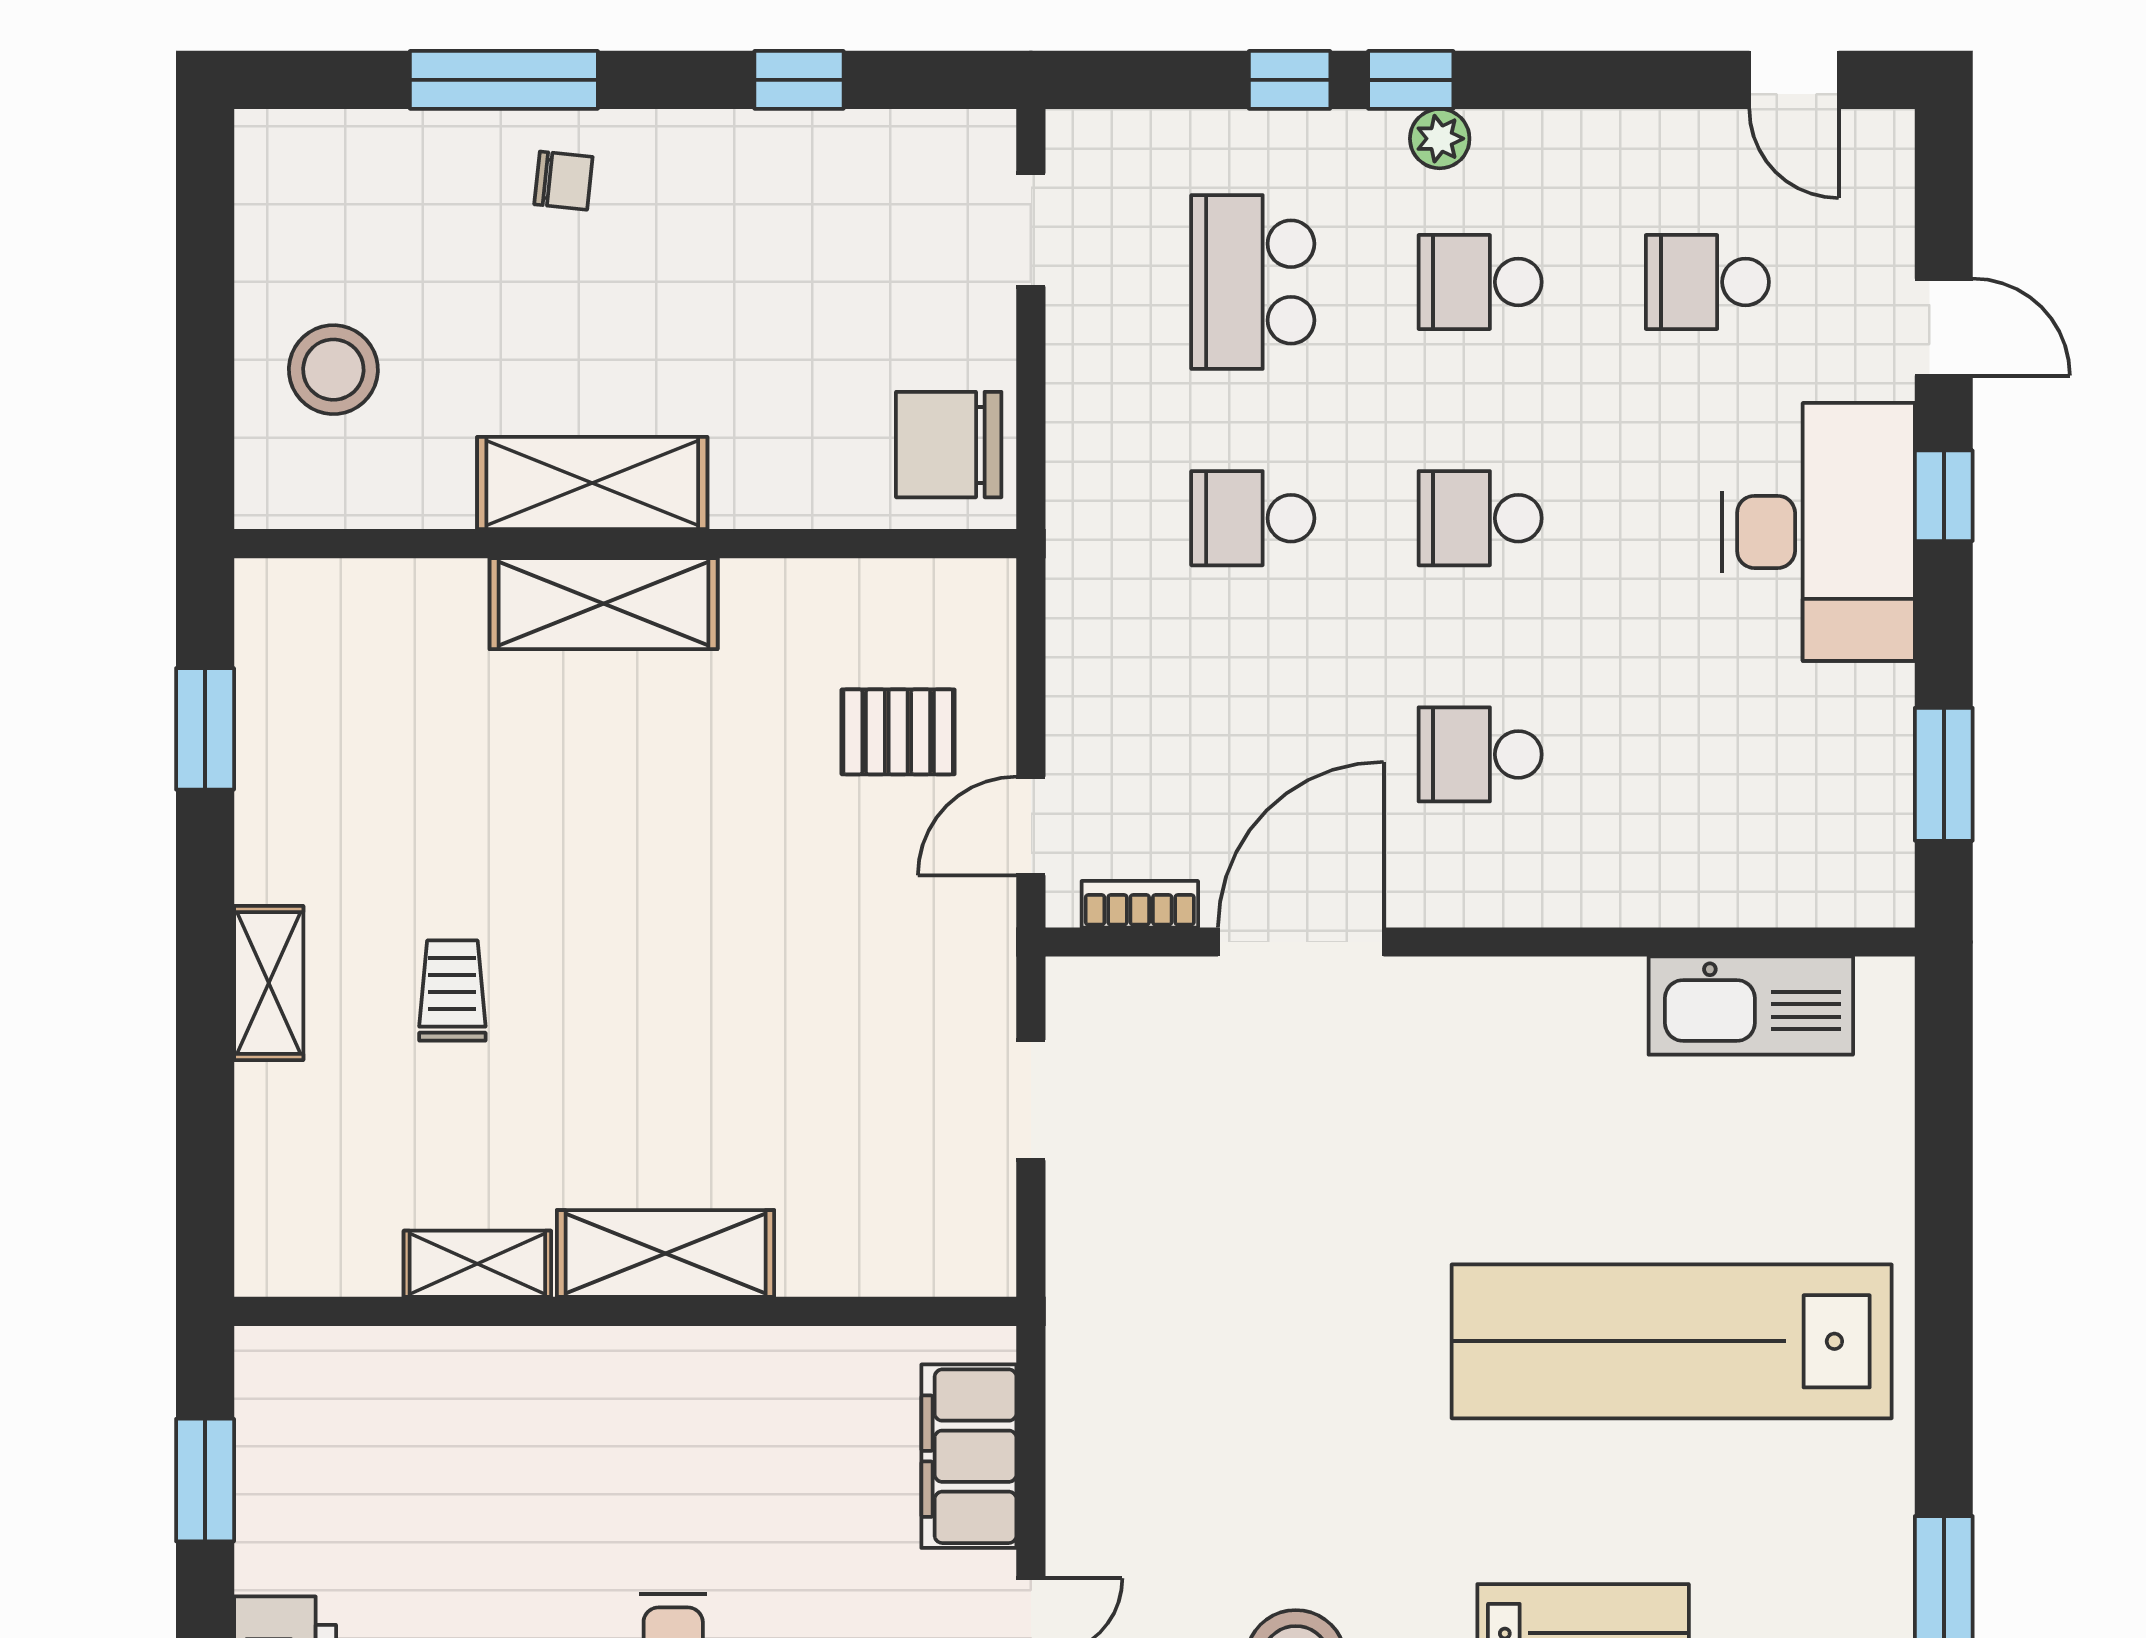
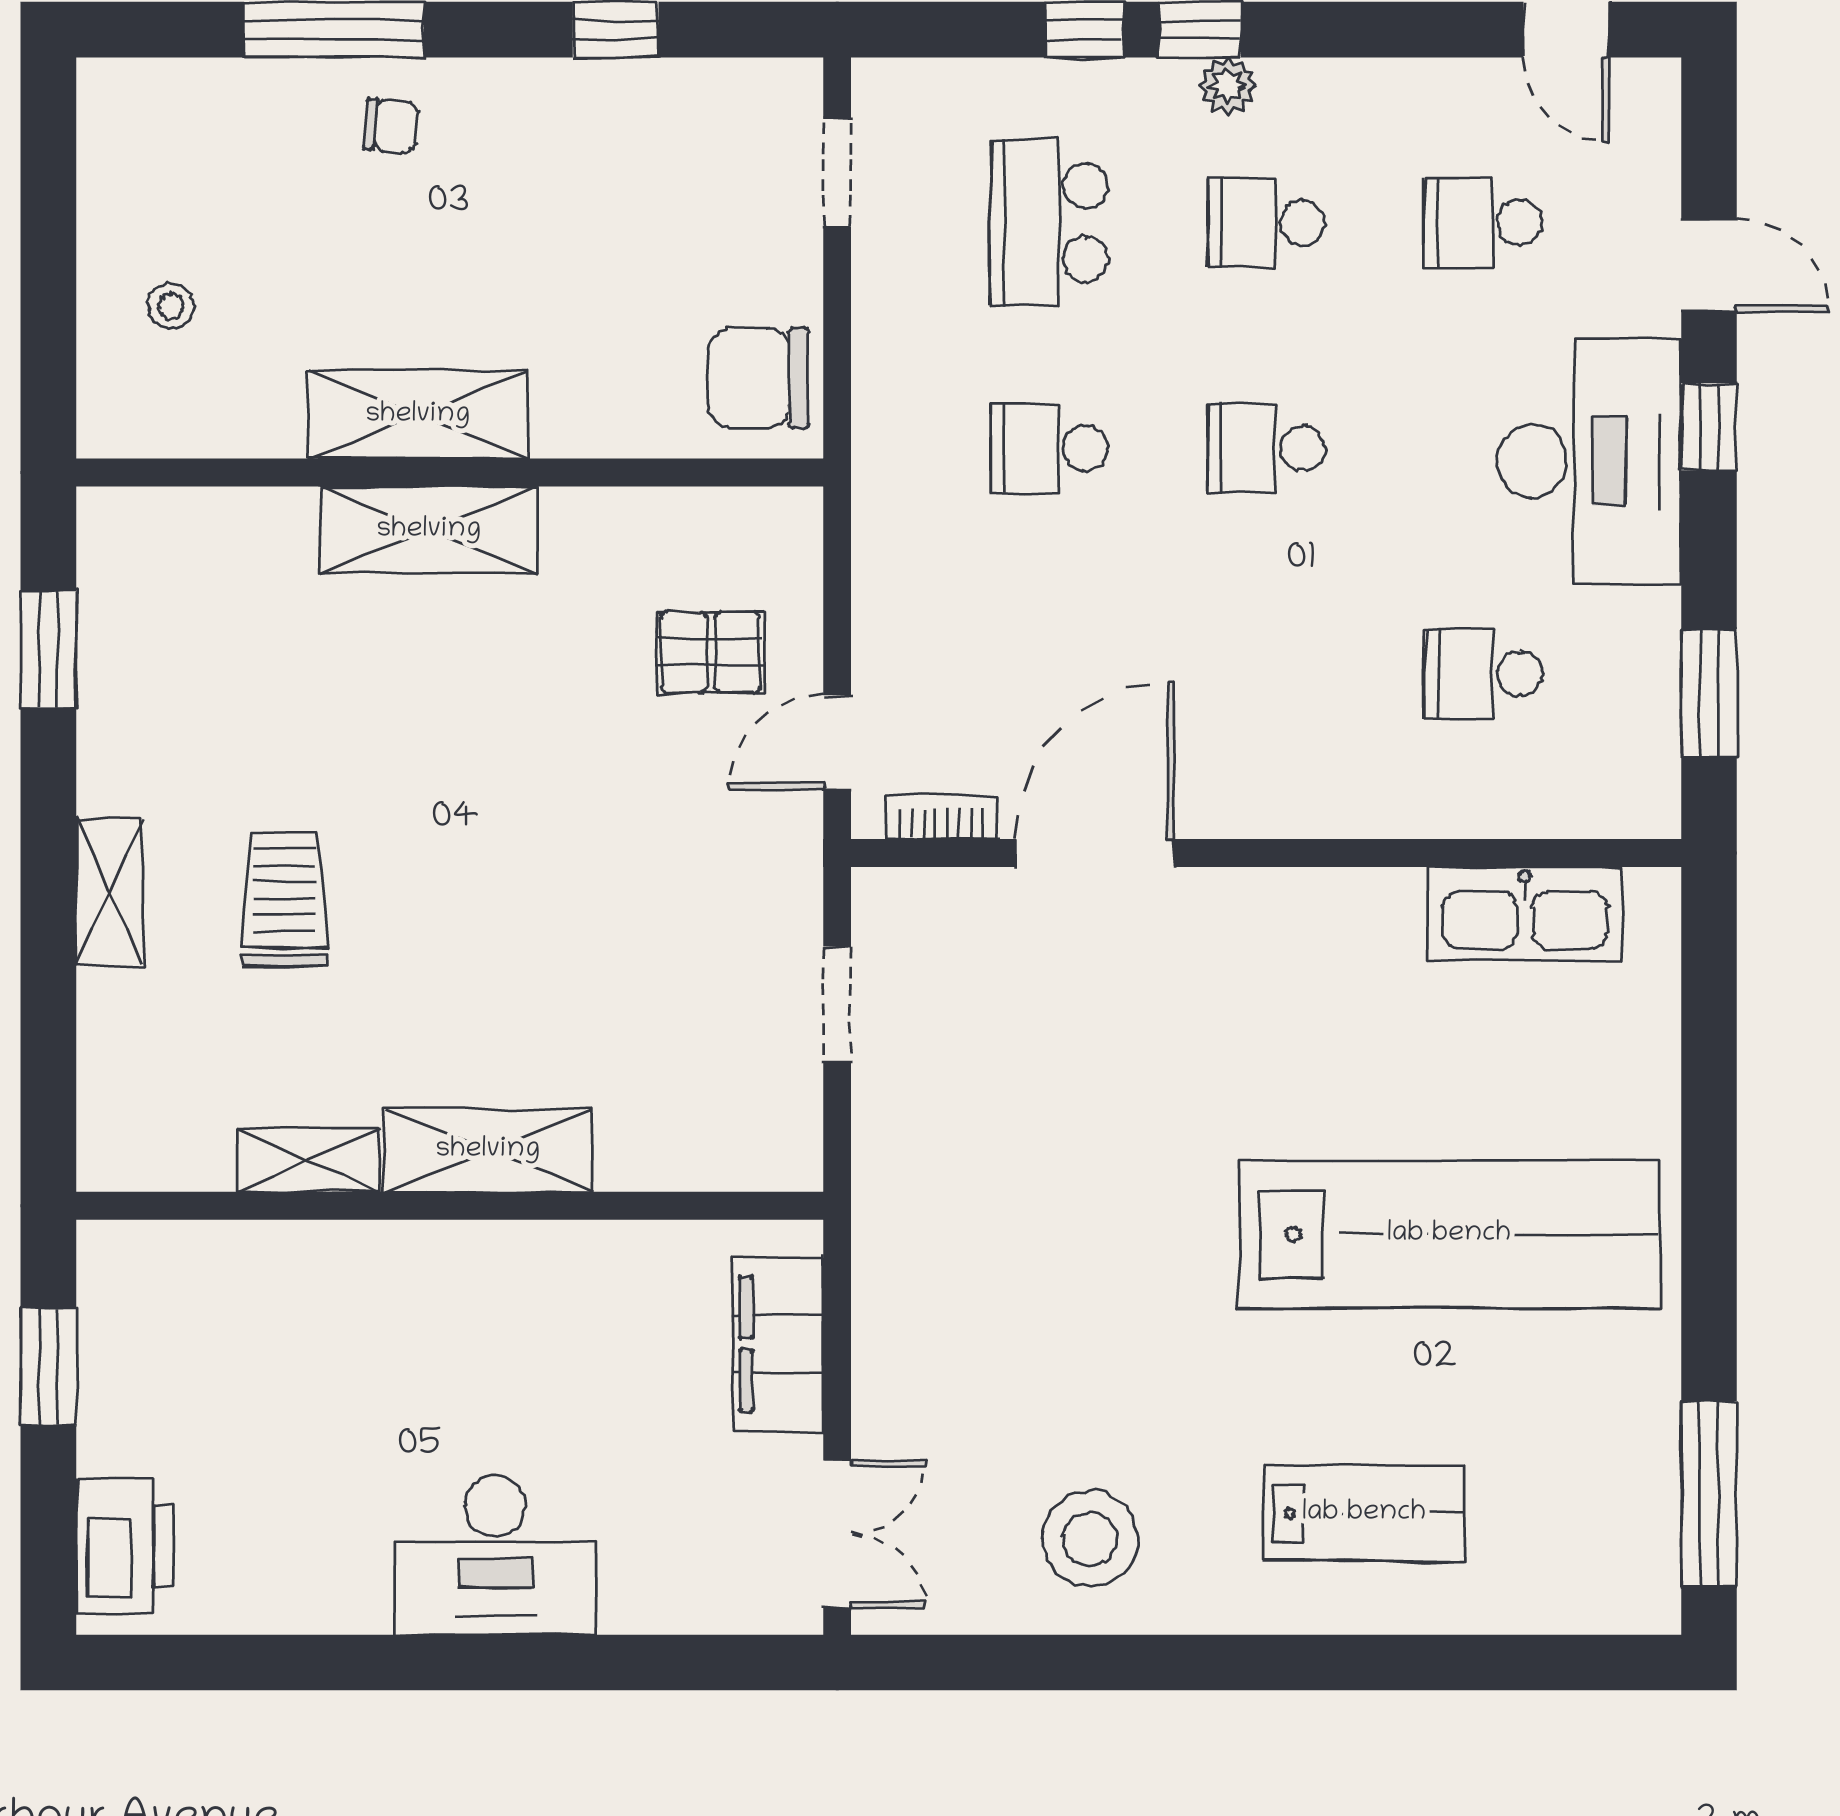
stool: (333, 370) -> (171, 306), width x0.53, depth x0.53
school desk: (1480, 754) -> (1483, 674), moved
trolley: (452, 991) -> (285, 899), width x1.36, depth x1.39
lab bench: (1672, 1341) -> (1449, 1234), turned 180

